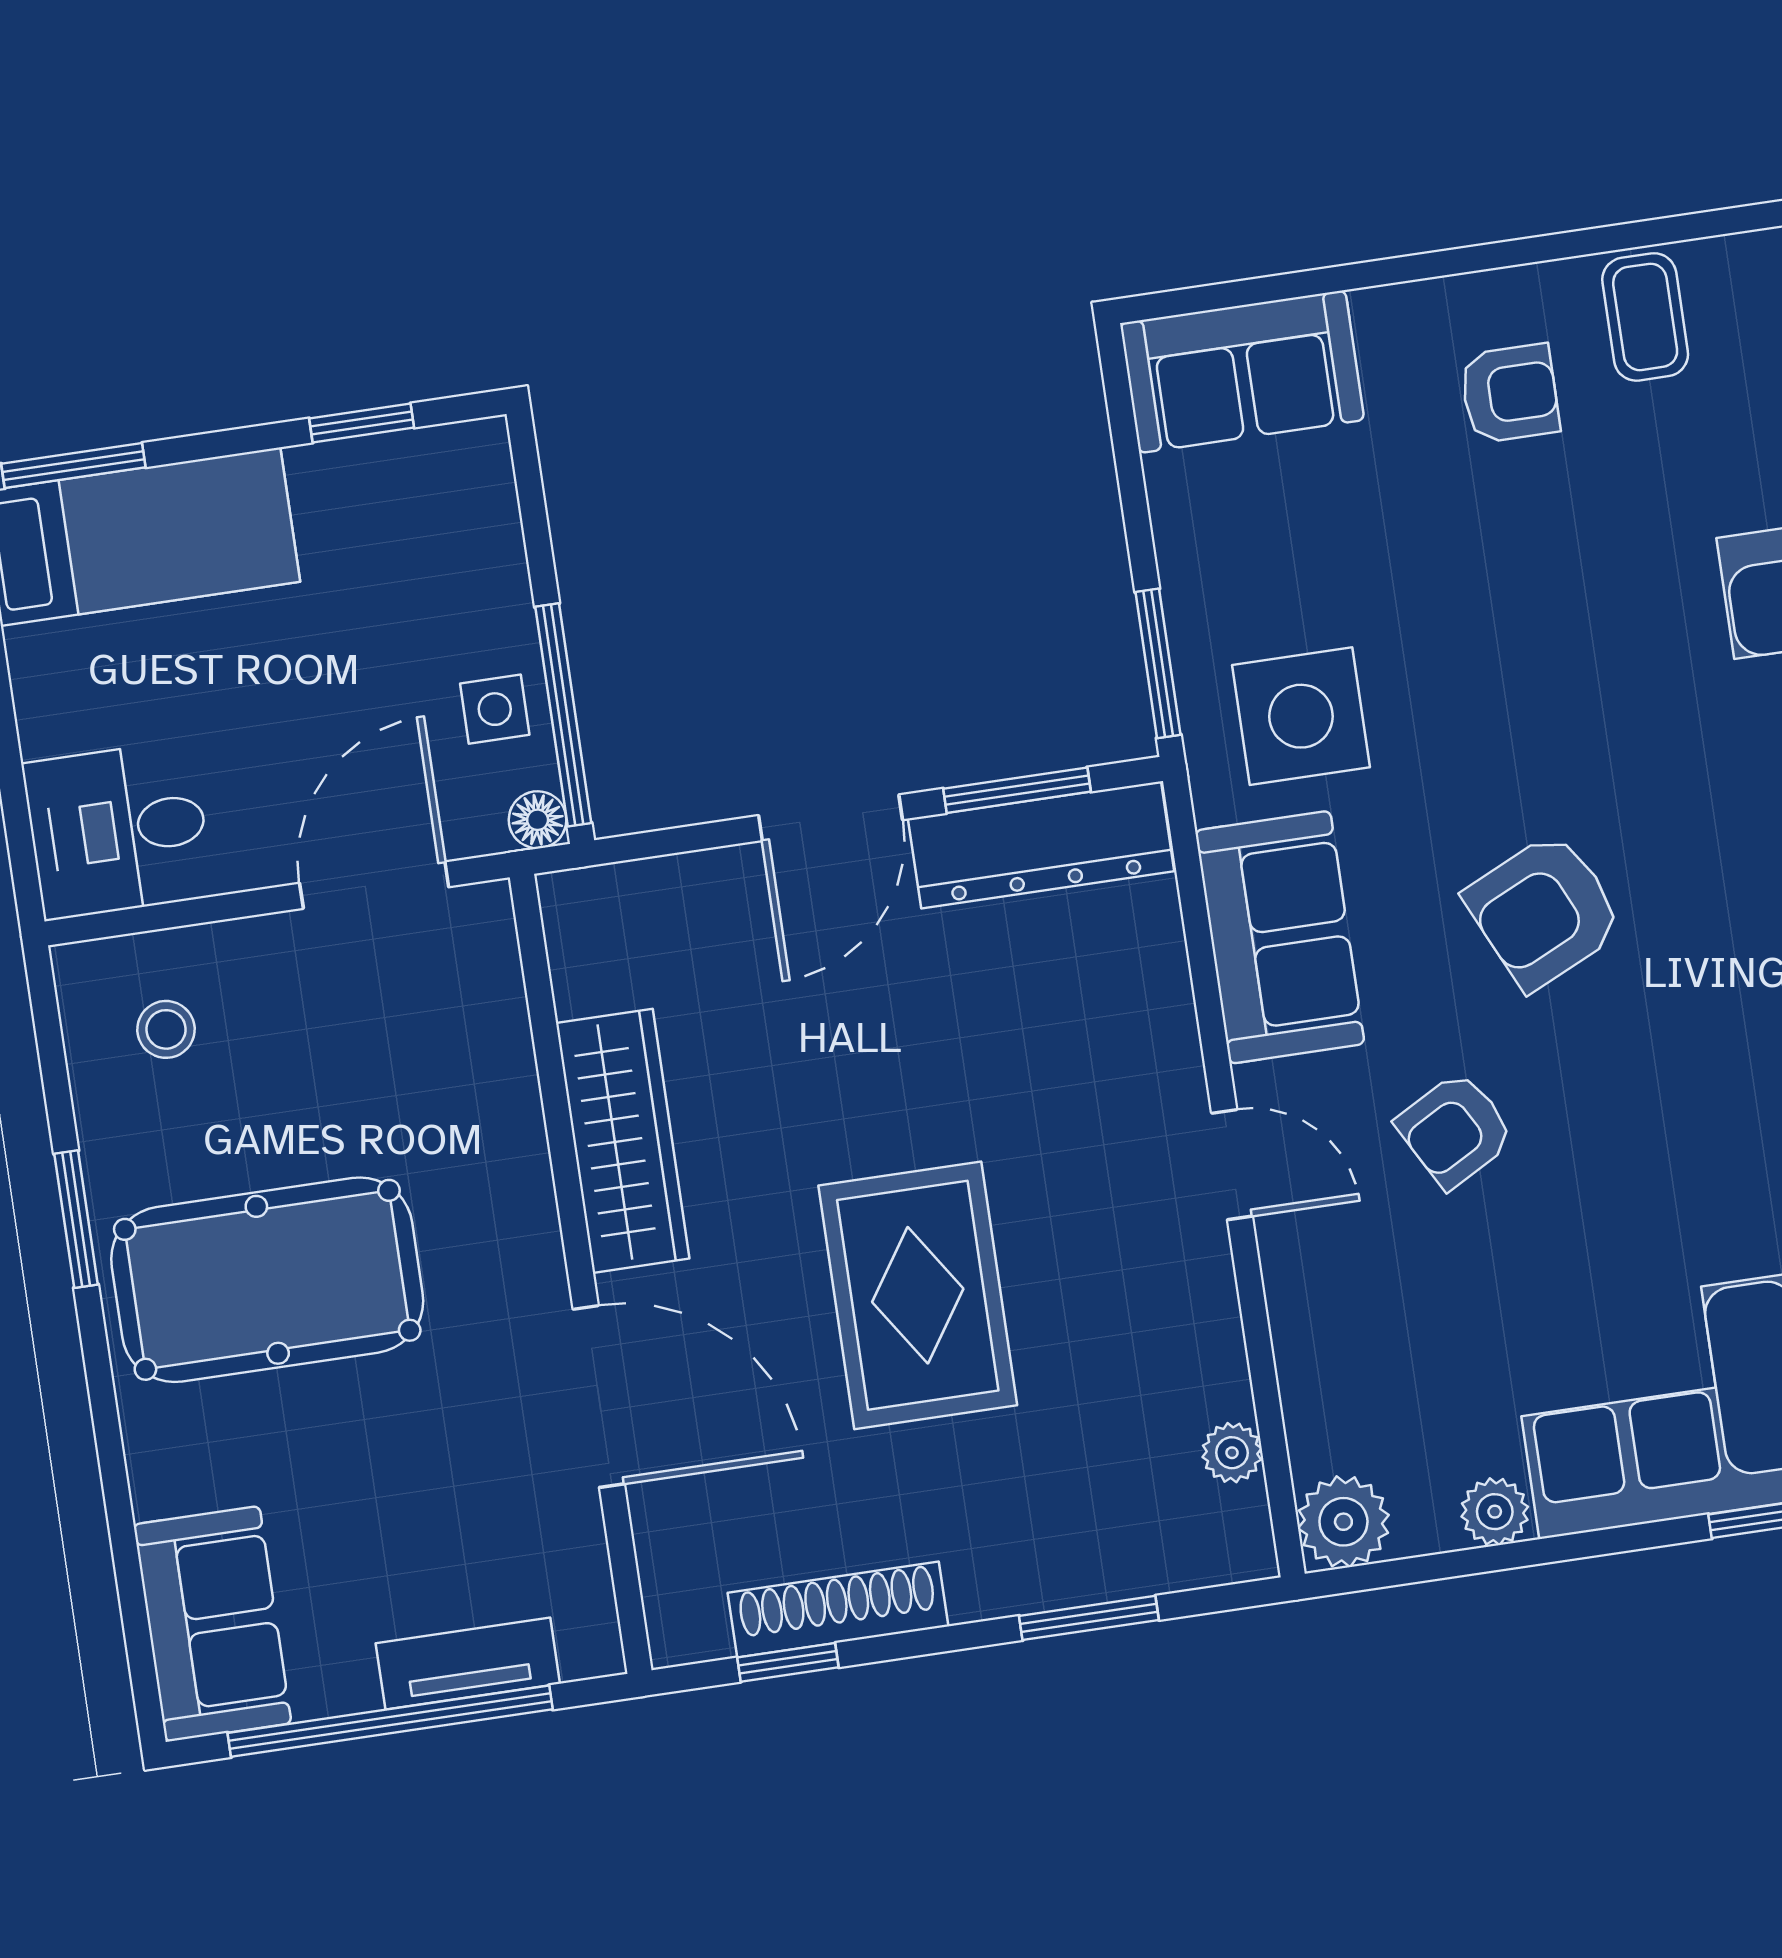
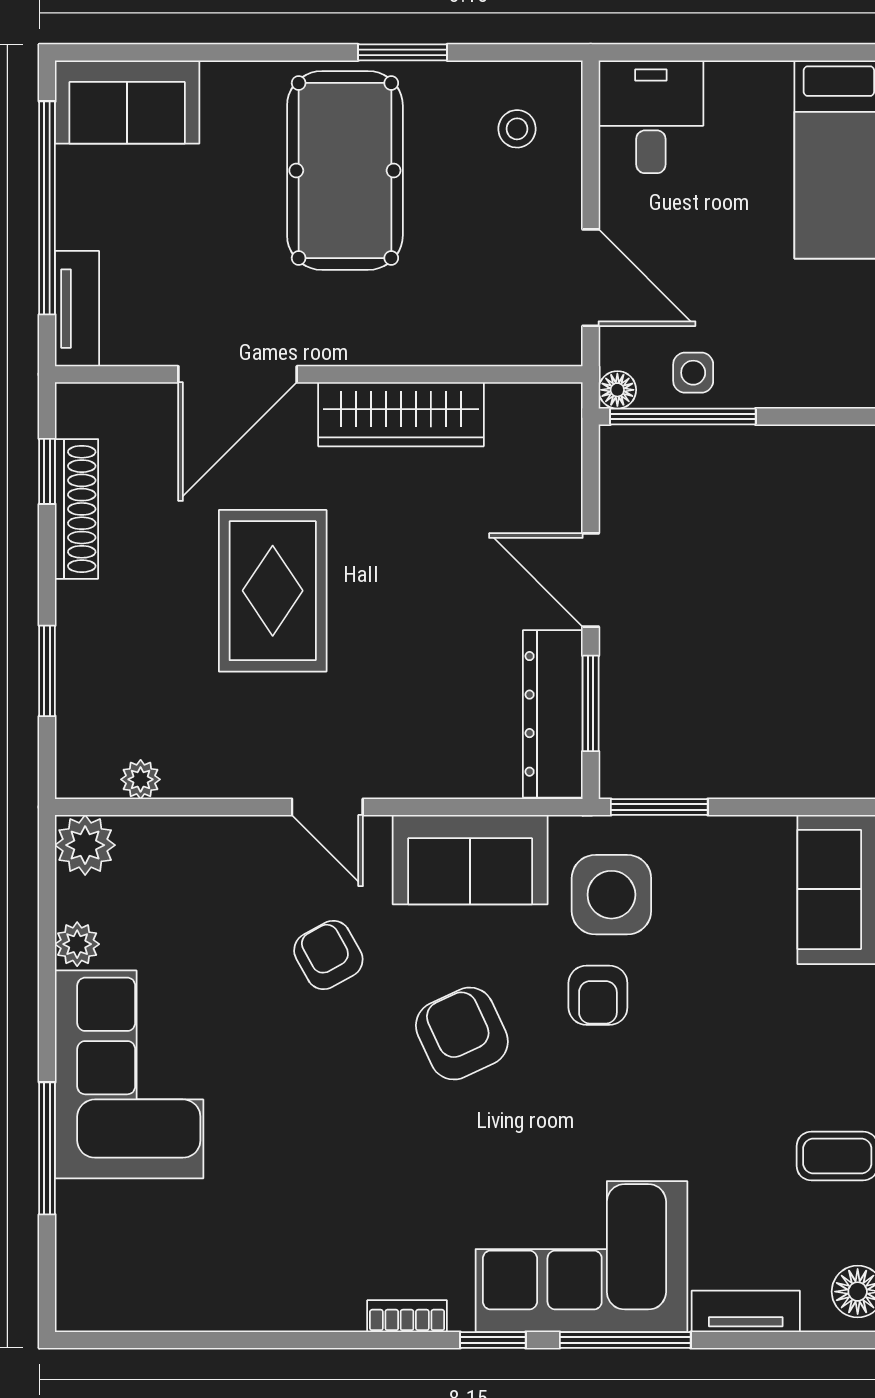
armchair: (1510, 393) -> (598, 995), moved
door: (1232, 1165) -> (327, 807), hinge flipped
rug: (918, 1295) -> (273, 591), turned 90
tv unit: (468, 1663) -> (77, 309), moved

